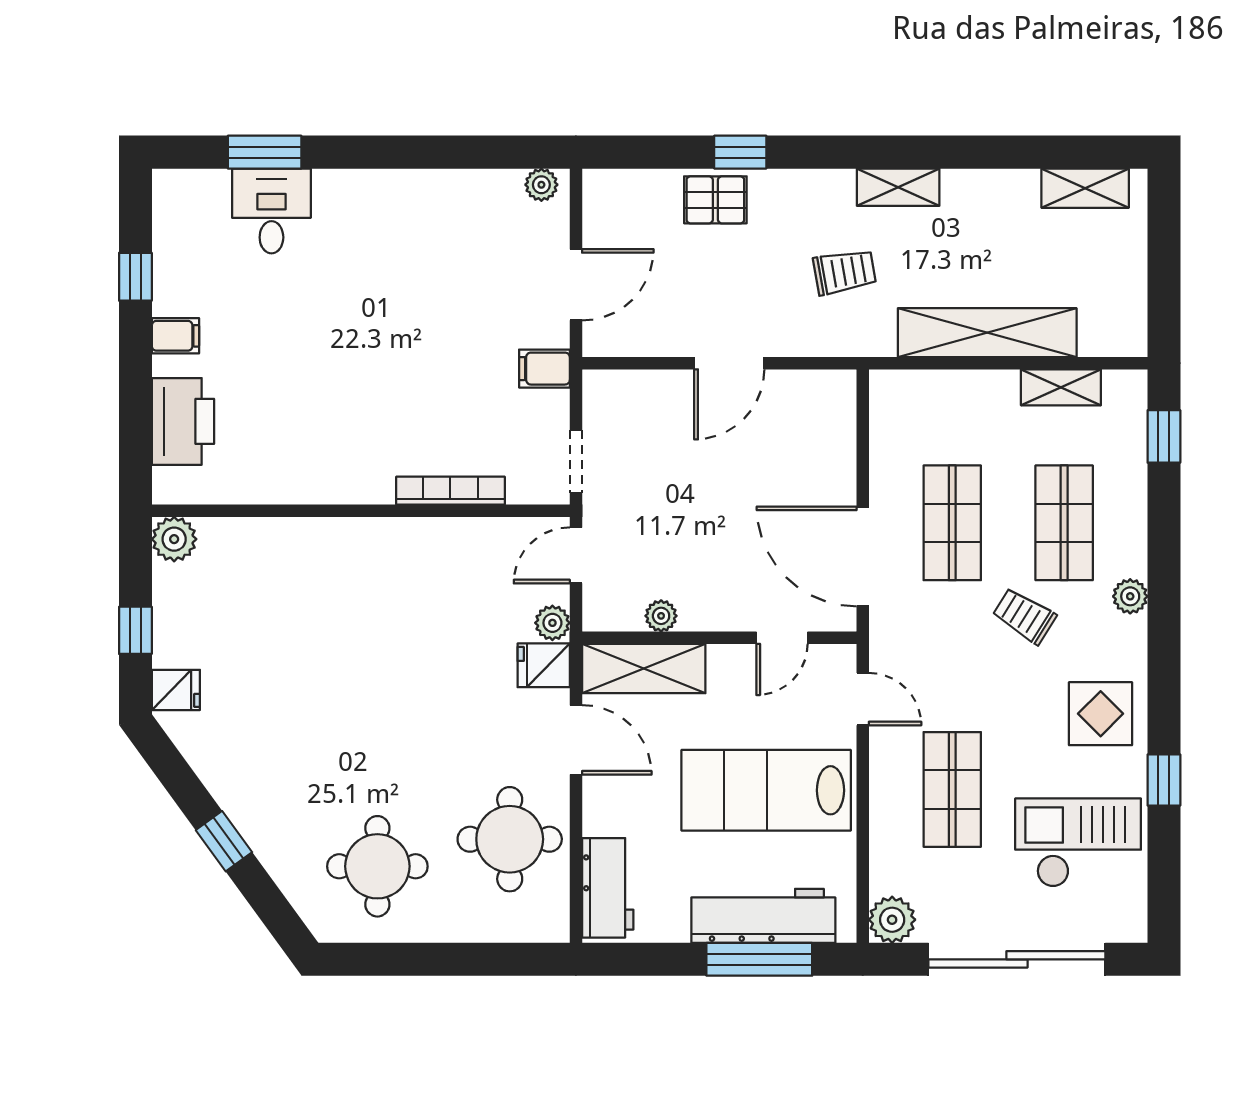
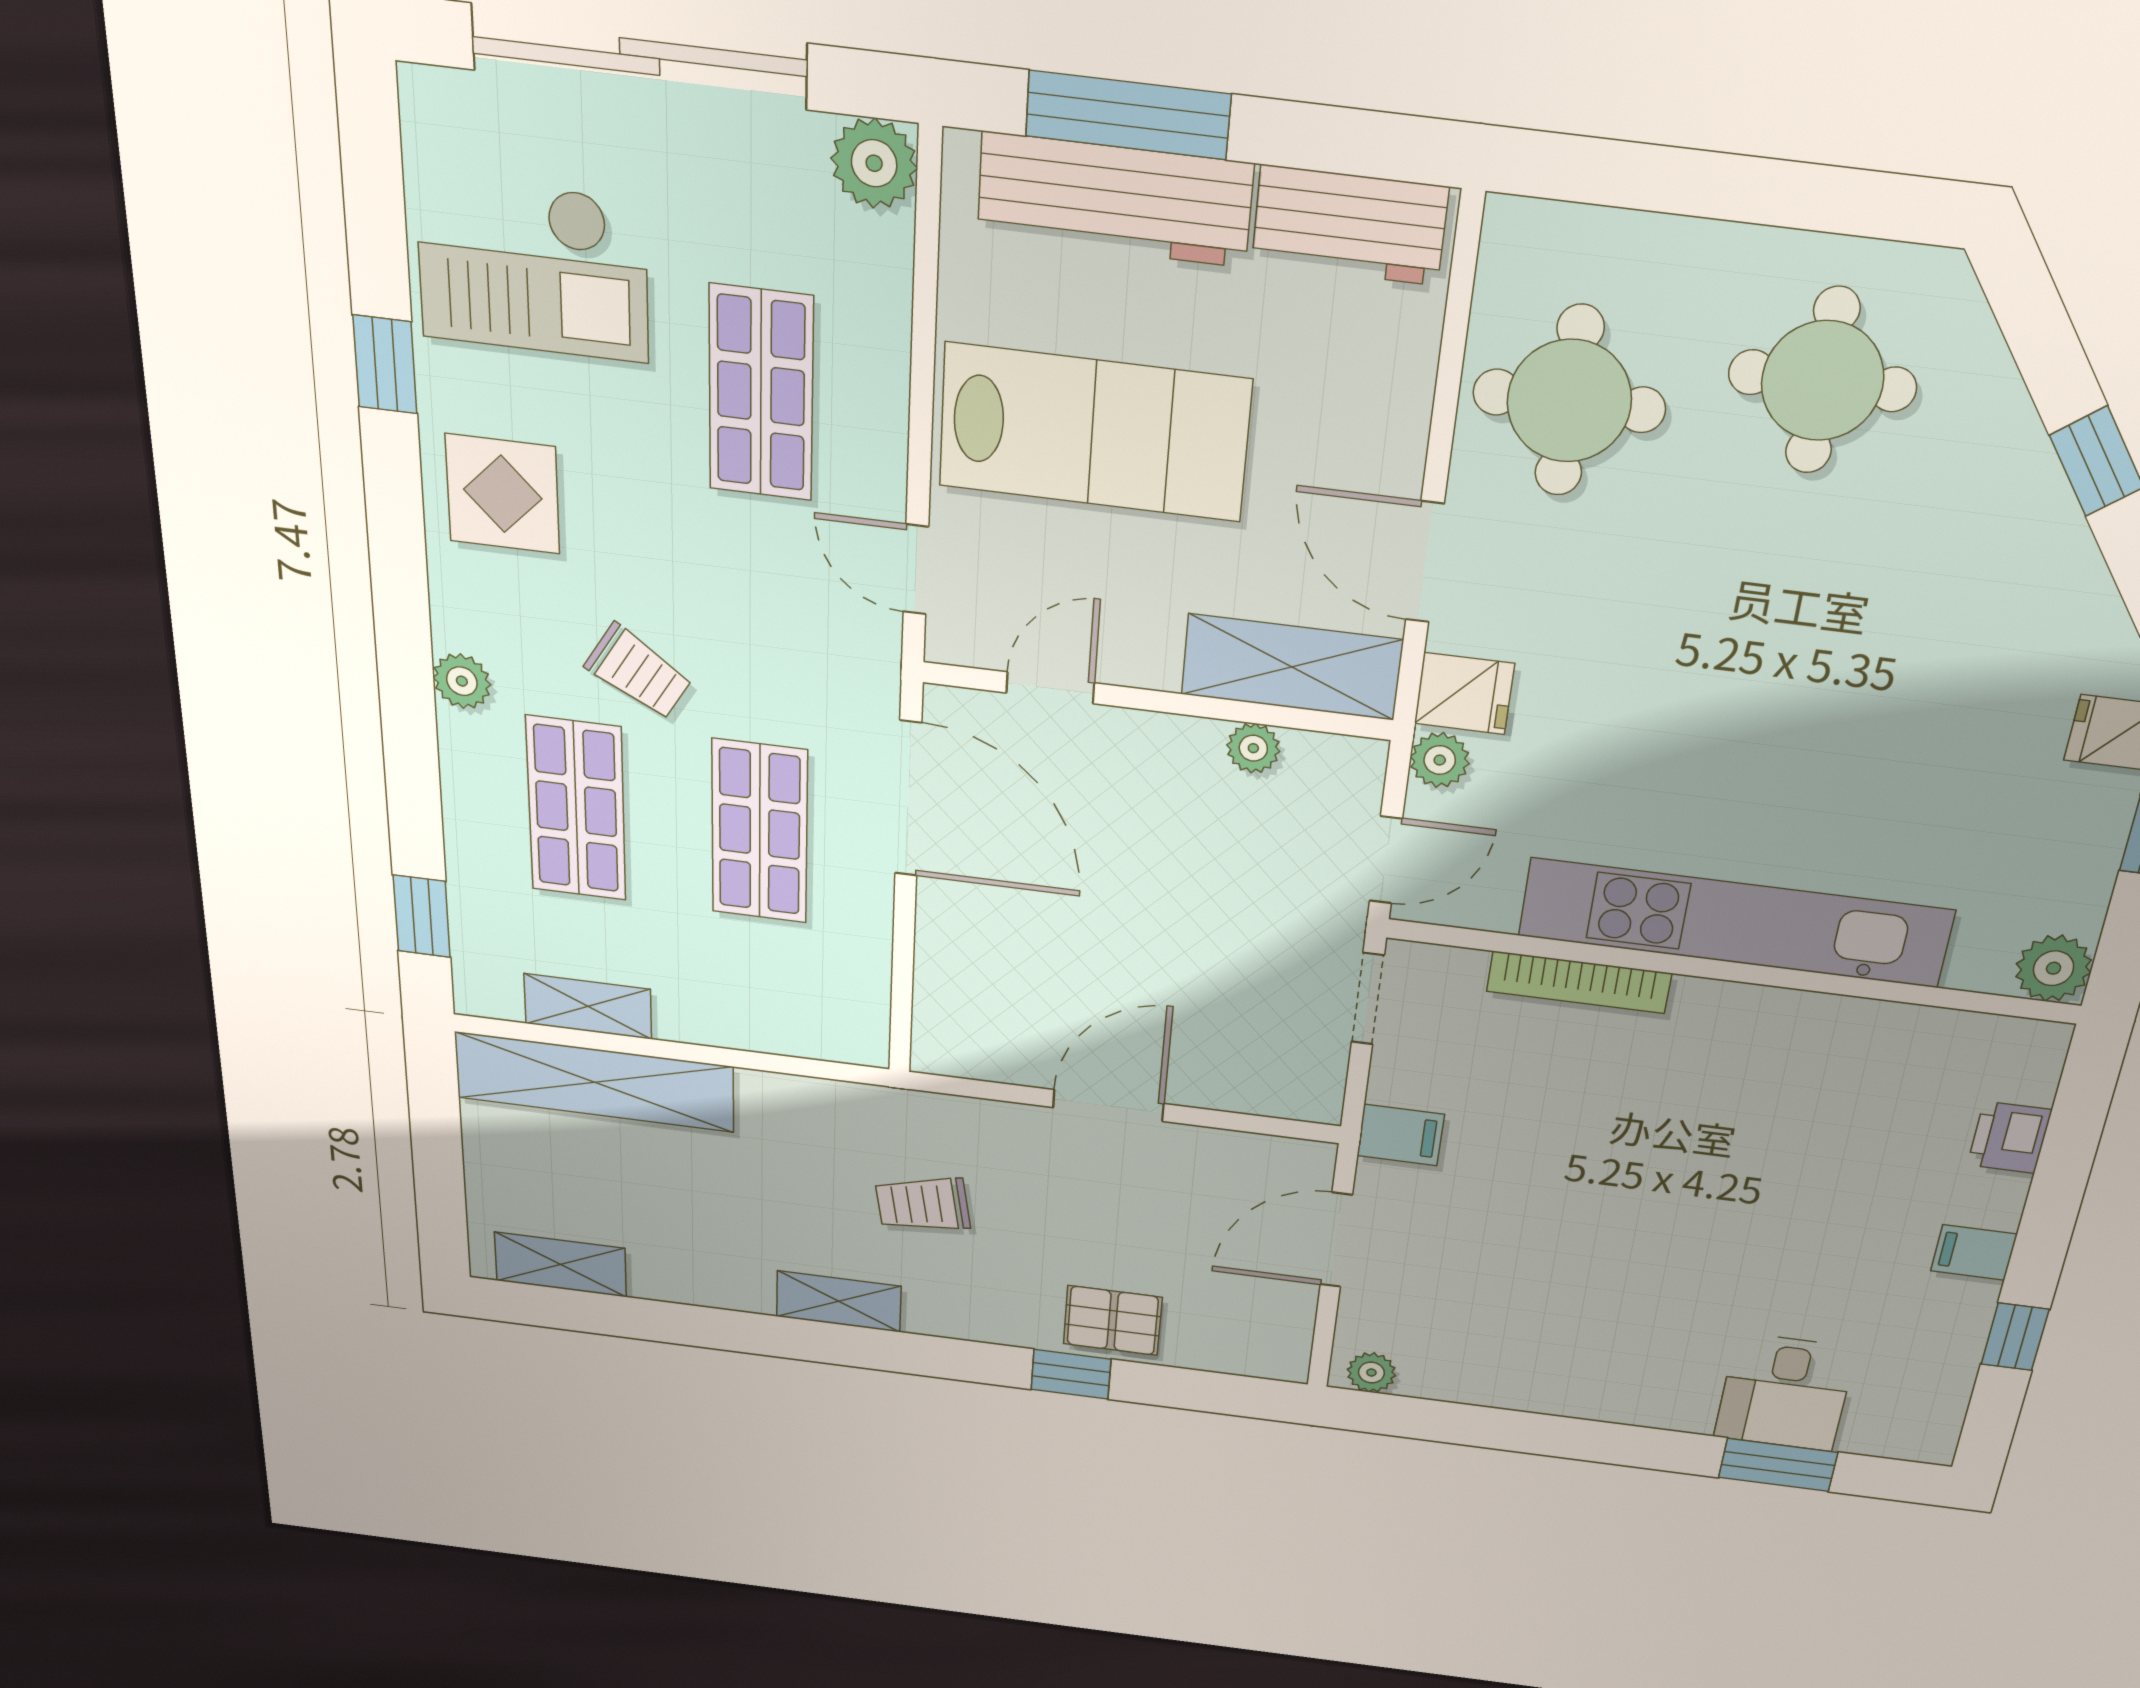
shelving: (987, 333) -> (595, 1082), moved
printer: (183, 421) -> (2009, 1137), width x0.53, depth x0.68
kitchen unit: (365, 543) -> (1735, 923), added
workbench: (608, 888) -> (1350, 225), moved, turned -90

